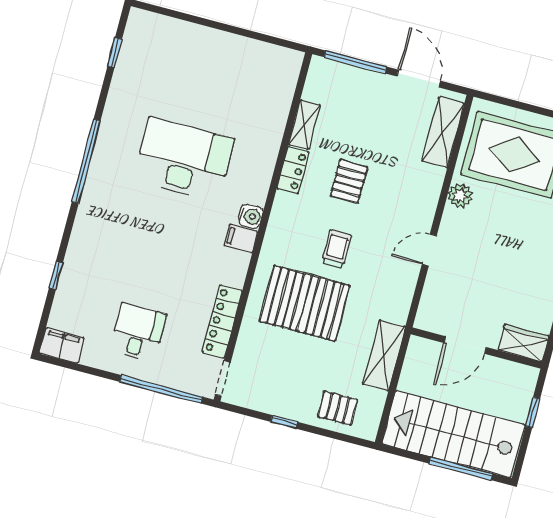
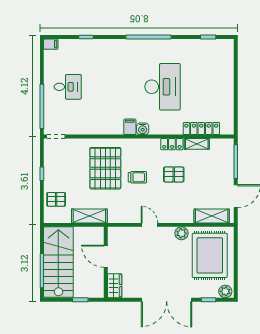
locker: (222, 321) -> (201, 129), moved
filing cabinet: (62, 346) -> (51, 44), width x0.50
pallet: (338, 408) -> (56, 199), turned 90

